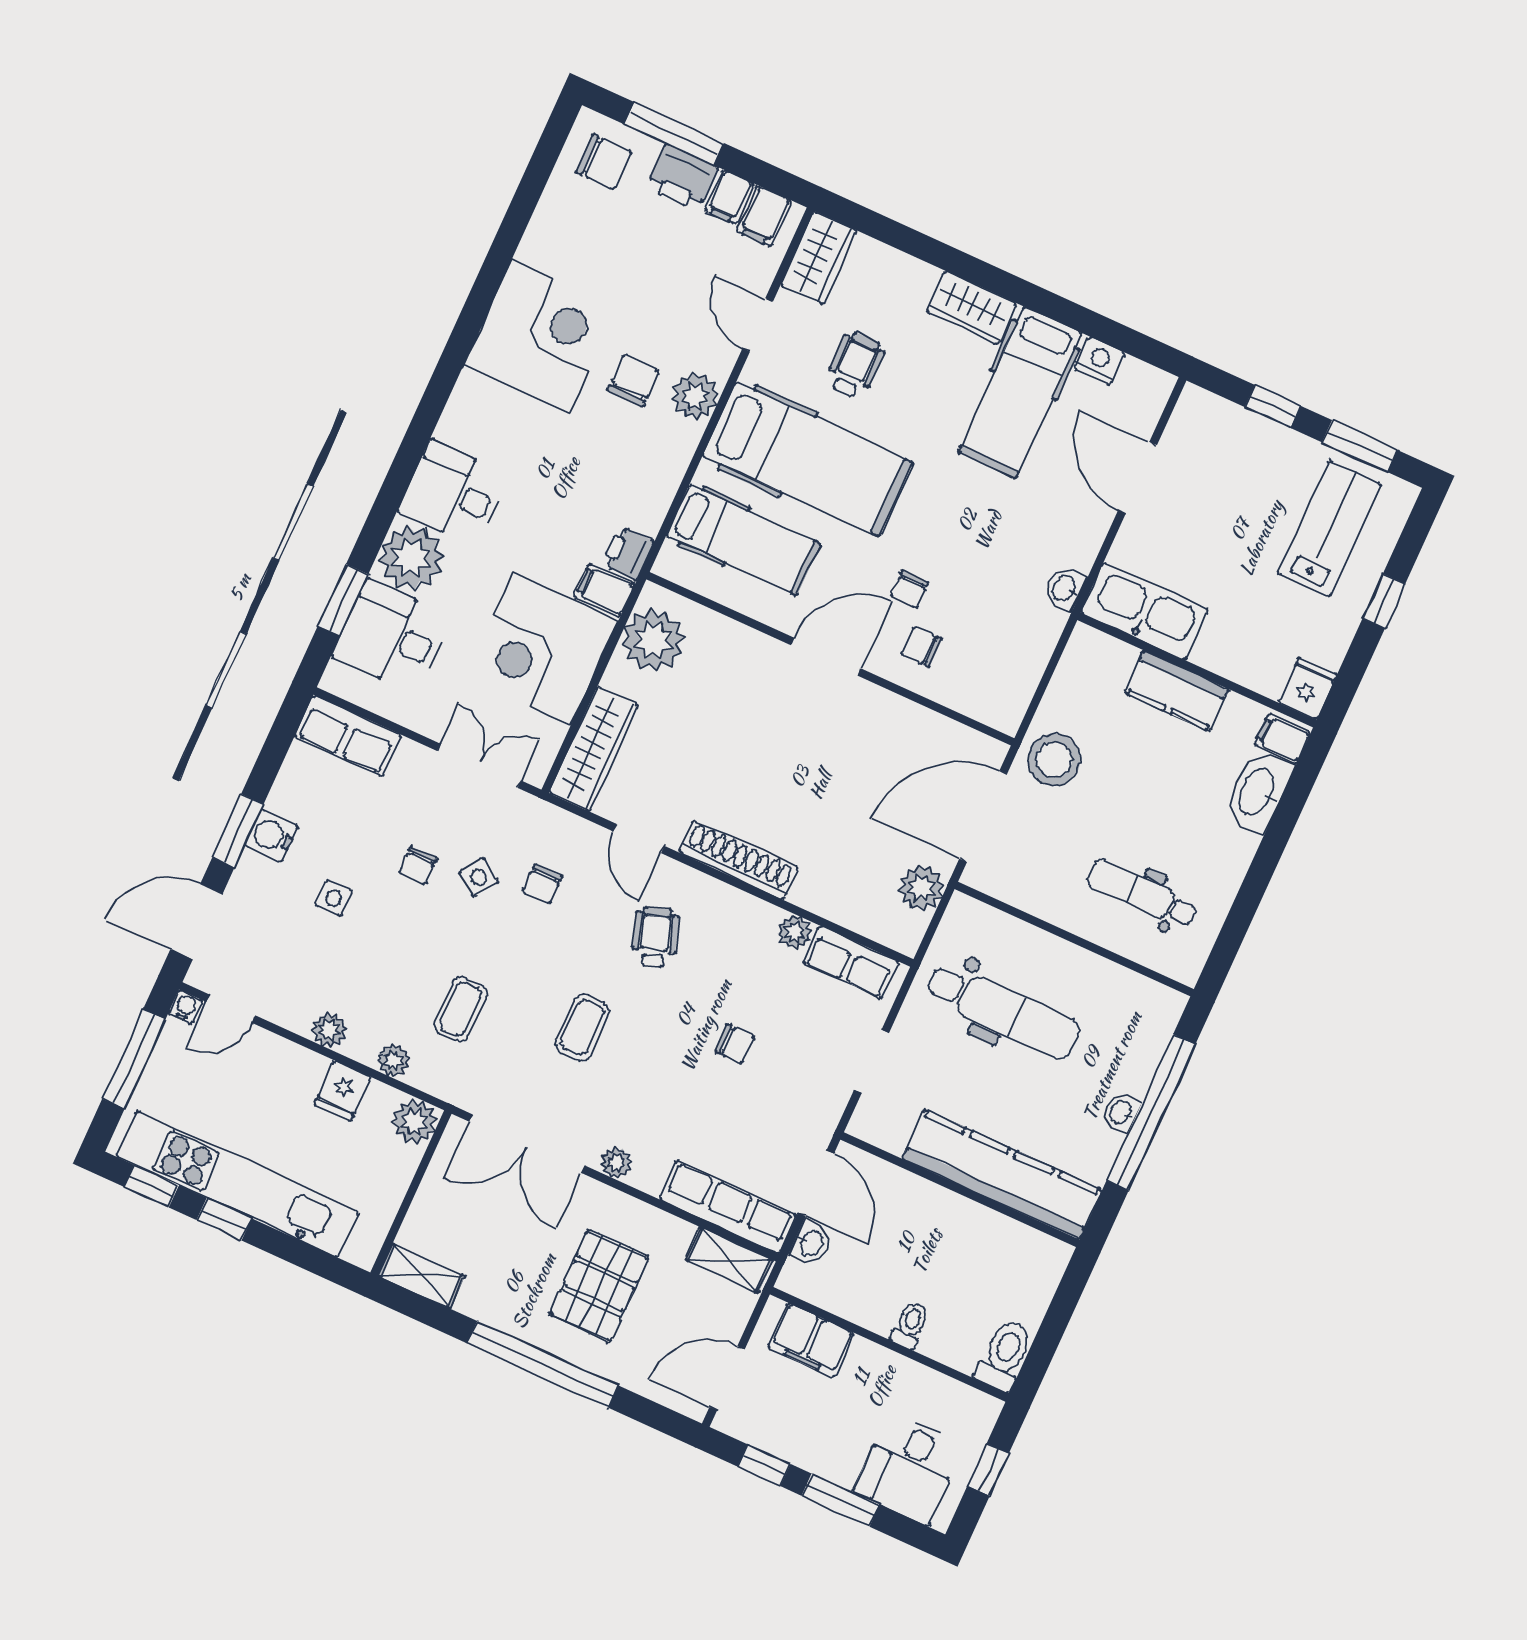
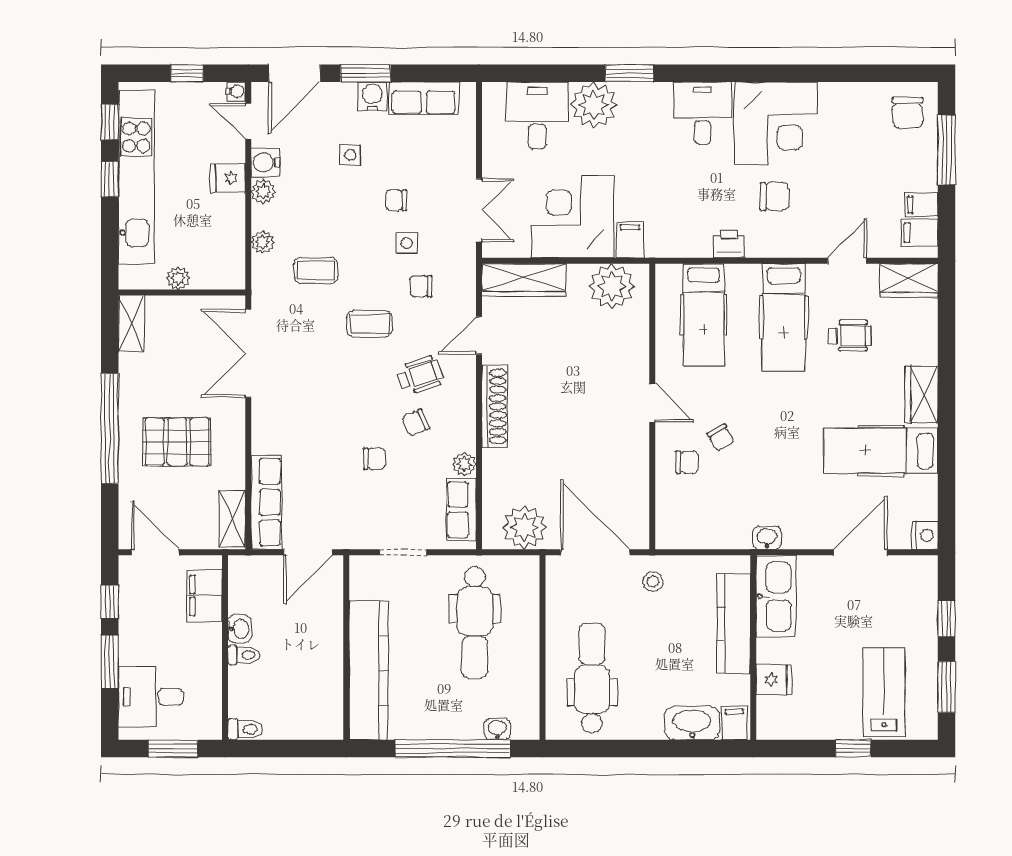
printer: (682, 177) -> (921, 168), removed
nightstand: (1099, 361) -> (925, 535), moved
plant: (695, 396) -> (783, 241), removed
hospital bed: (808, 459) -> (784, 317), width x0.73, depth x0.78
desk: (453, 493) -> (703, 113), moved
lab bench: (1329, 529) -> (884, 692), turned -90
printer: (628, 553) -> (729, 244), moved
chair: (910, 589) -> (721, 437), turned -119
window: (343, 600) -> (630, 73), moved
chair: (922, 647) -> (687, 462), turned 90
door: (826, 657) -> (652, 403), width x0.73
fridge: (1308, 689) -> (774, 680), moved
kitchen counter: (1176, 691) -> (734, 624), width x1.50
row of seats: (348, 736) -> (424, 98), moved, turned -90
stool: (1054, 760) -> (653, 582), width x0.53, depth x0.53
side table: (479, 877) -> (407, 243), turned -35
plant: (921, 888) -> (525, 527), width x1.36, depth x1.36
dental chair: (1142, 894) -> (592, 678), width x1.36, depth x1.38
door: (196, 922) -> (294, 73), swing flipped
chair: (713, 970) -> (416, 423), added
water cooler: (294, 1011) -> (265, 163), added
coffee table: (582, 1028) -> (369, 324), moved
chair: (735, 1044) -> (374, 459), turned -90
window: (134, 1059) -> (187, 73), width x0.46
fridge: (343, 1091) -> (228, 178), moved
washbasin: (1121, 1112) -> (497, 729), moved
plant: (415, 1121) -> (178, 278), moved, width x0.73, depth x0.73
plant: (616, 1163) -> (262, 417), removed
washbasin: (811, 1243) -> (239, 629), moved, turned -90
toilet: (1004, 1355) -> (245, 729), width x0.73, depth x0.72
window: (988, 1470) -> (173, 749), width x1.50

